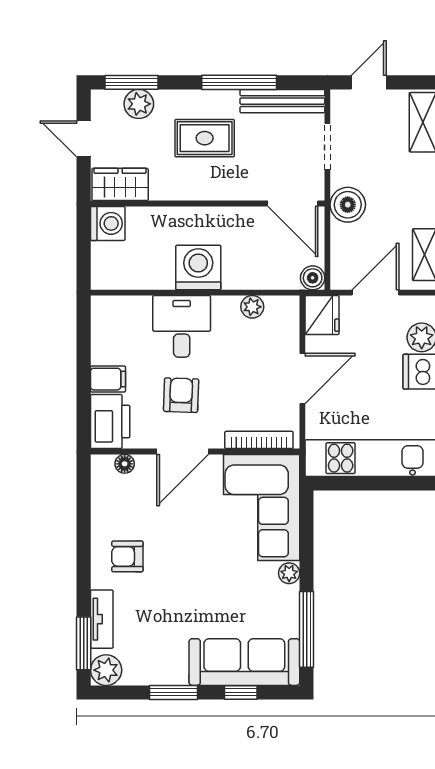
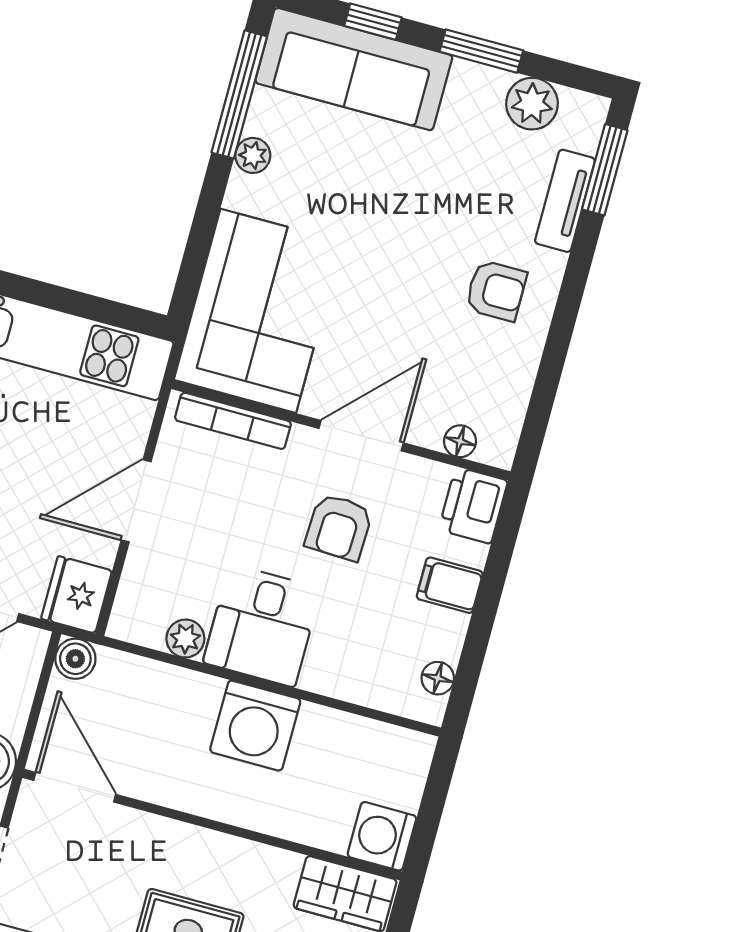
floor lamp: (100, 323) -> (438, 678), added
desk: (182, 326) -> (262, 625), moved
printer: (110, 422) -> (473, 505), width x0.73, depth x0.84
plant: (289, 573) -> (253, 155), moved
plant: (106, 670) -> (532, 104), moved

